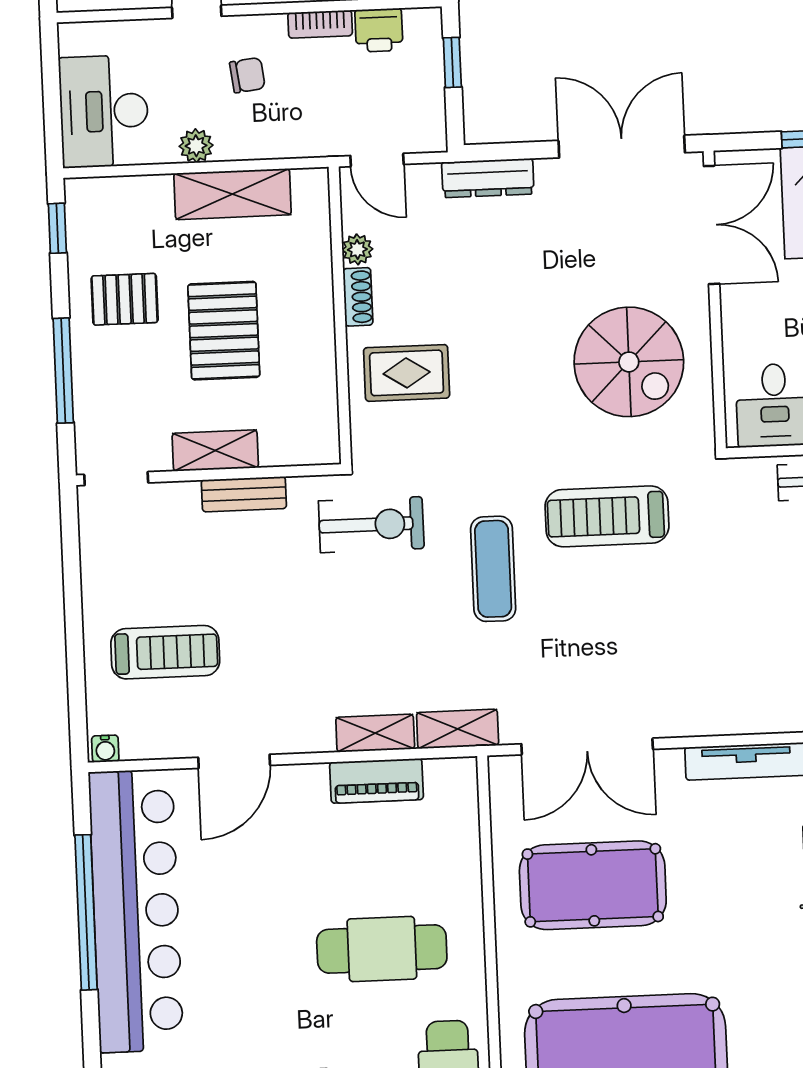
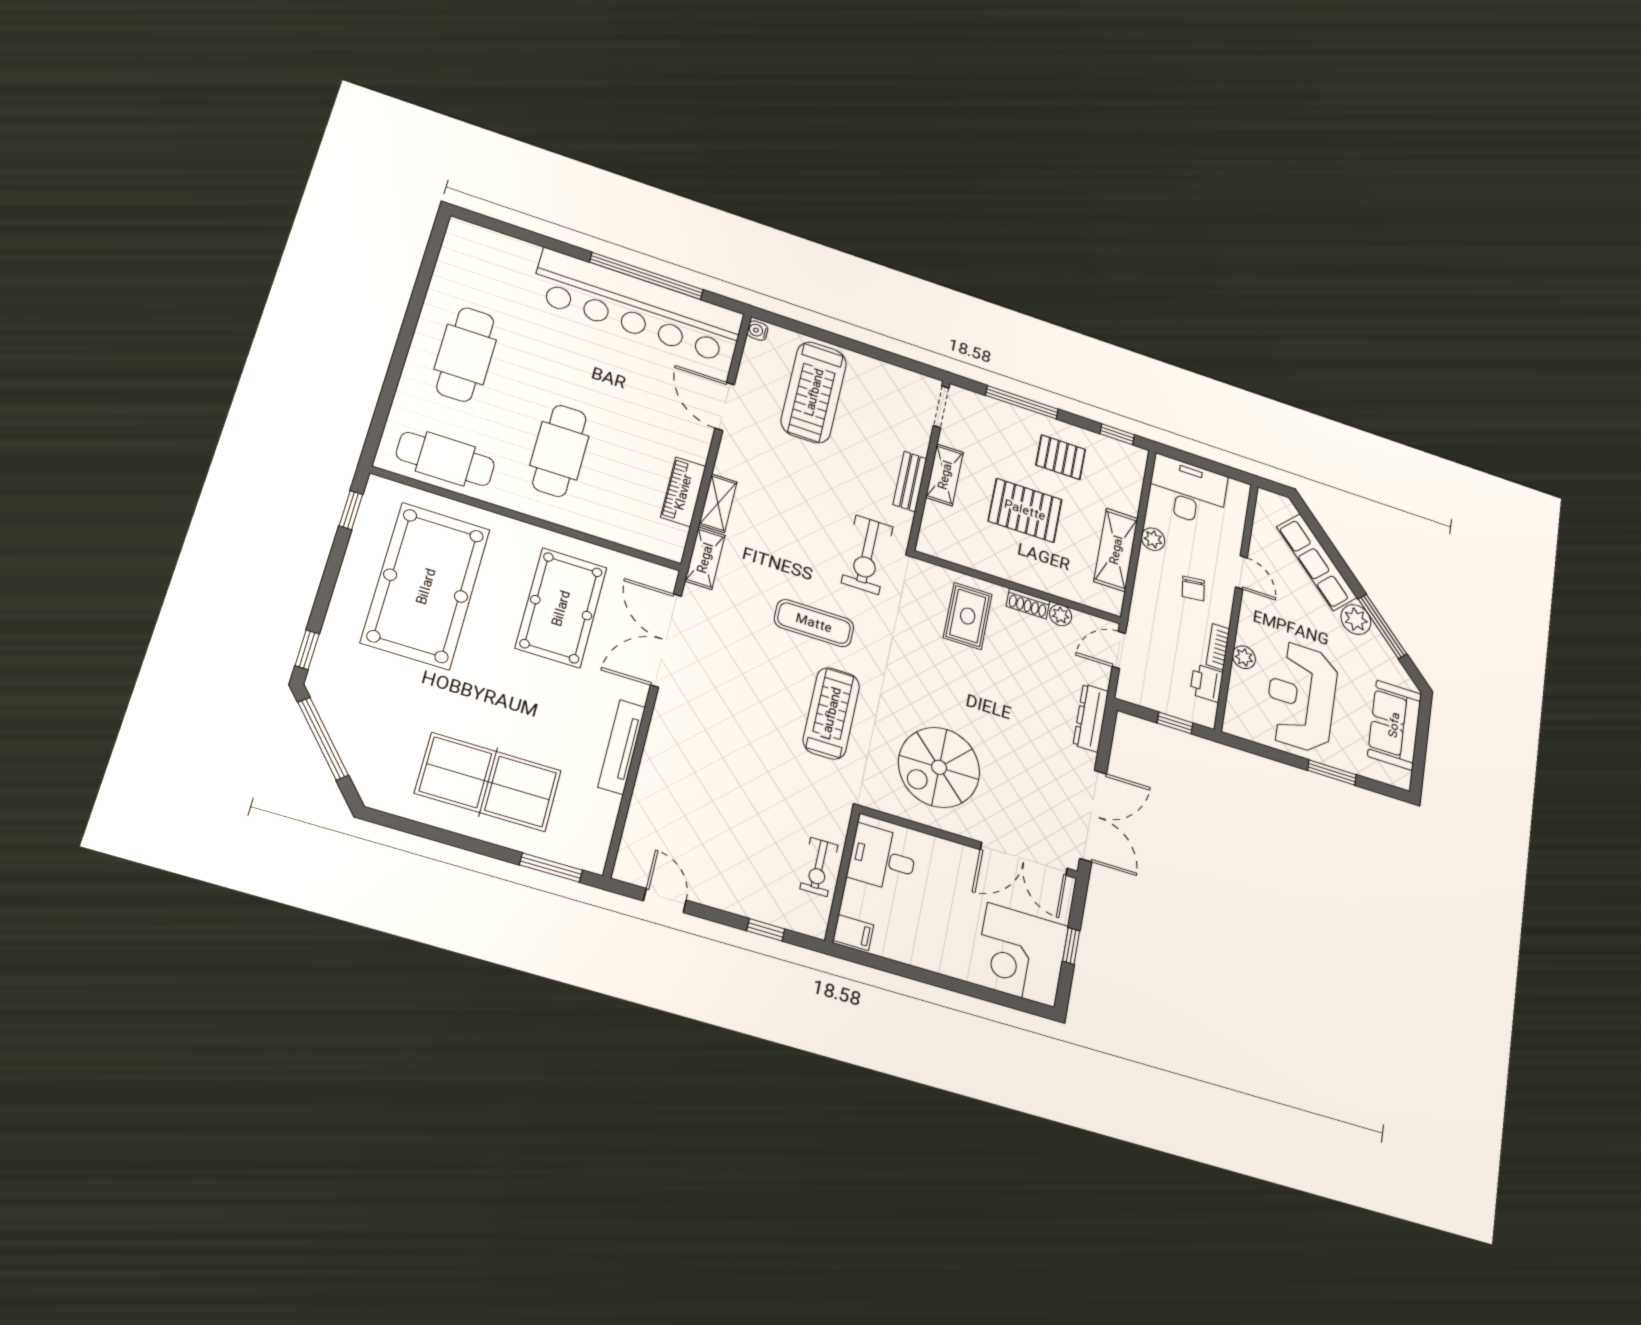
pallet: (125, 299) -> (1061, 457), turned 90
treadmill: (165, 652) -> (814, 392), width x1.37, depth x1.38

